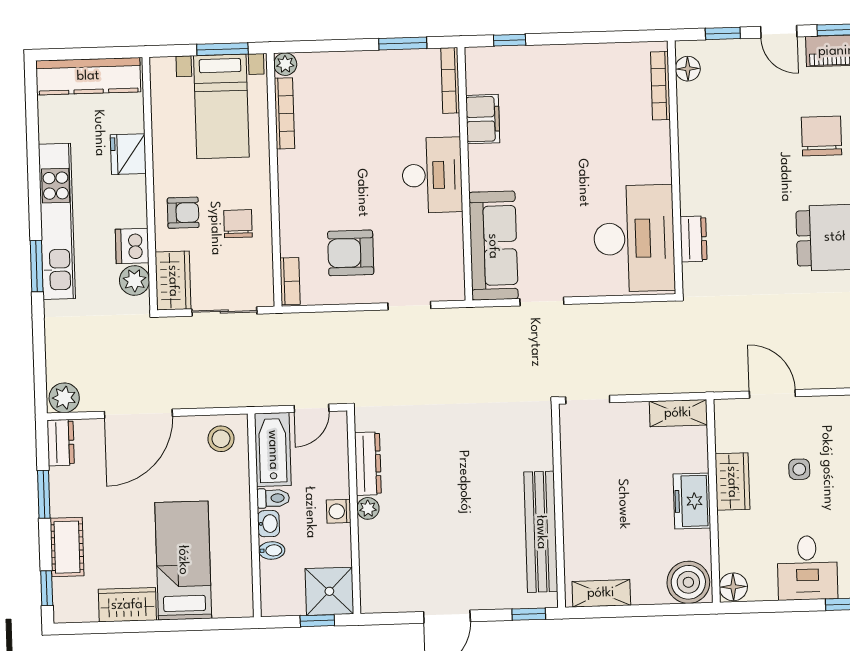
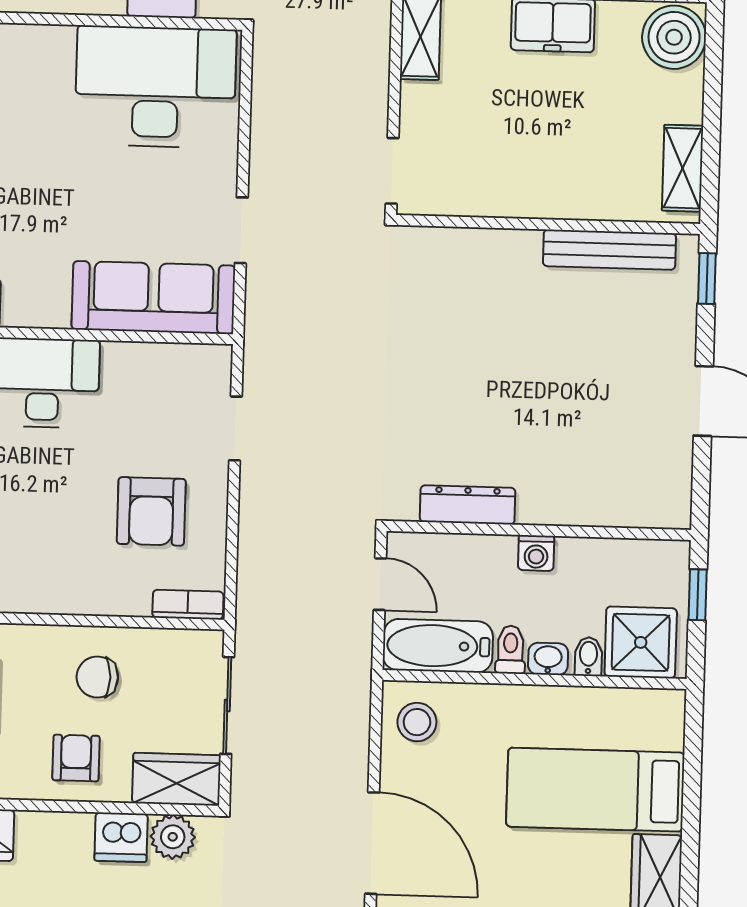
plant: (368, 508) -> (535, 509), removed
bench: (541, 532) -> (609, 250), width x0.73, depth x0.82
shower: (329, 591) -> (641, 642), moved

